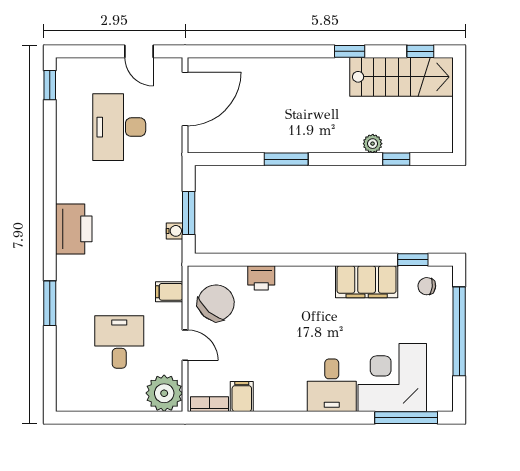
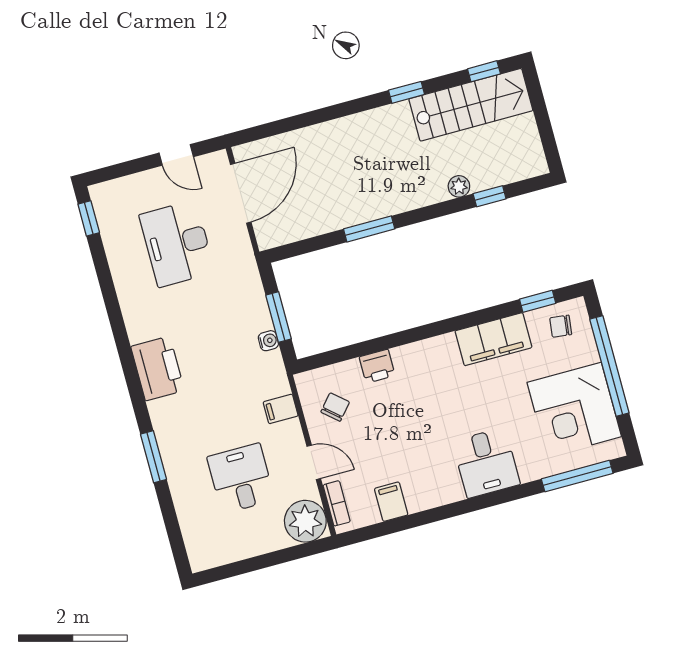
chair: (216, 303) -> (335, 407), width x0.54, depth x0.54
corner desk: (392, 378) -> (574, 410), moved, turned -90
bookcase: (210, 404) -> (337, 503), moved, turned 90

